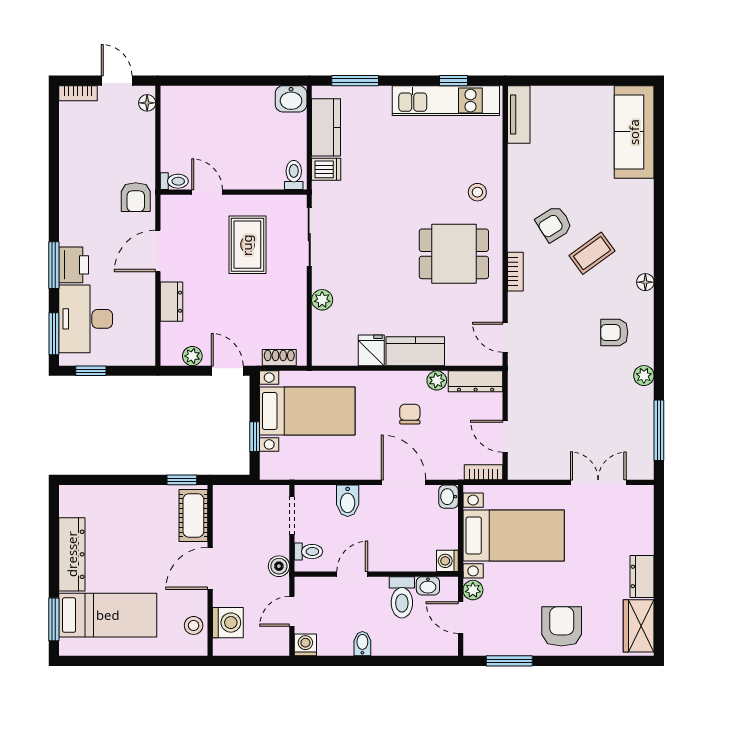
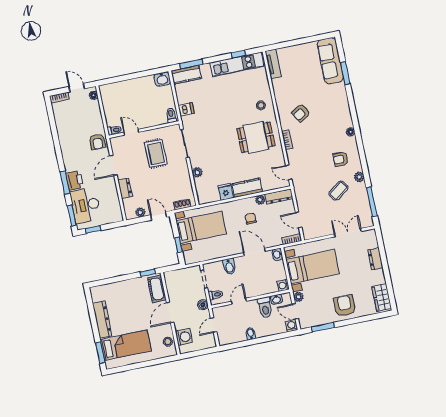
kitchen counter: (326, 127) -> (186, 75), moved, turned 90
window: (659, 162) -> (345, 73), added
coffee table: (592, 253) -> (338, 191), moved
dresser: (642, 576) -> (375, 259), moved
washing machine: (305, 645) -> (291, 326), moved

